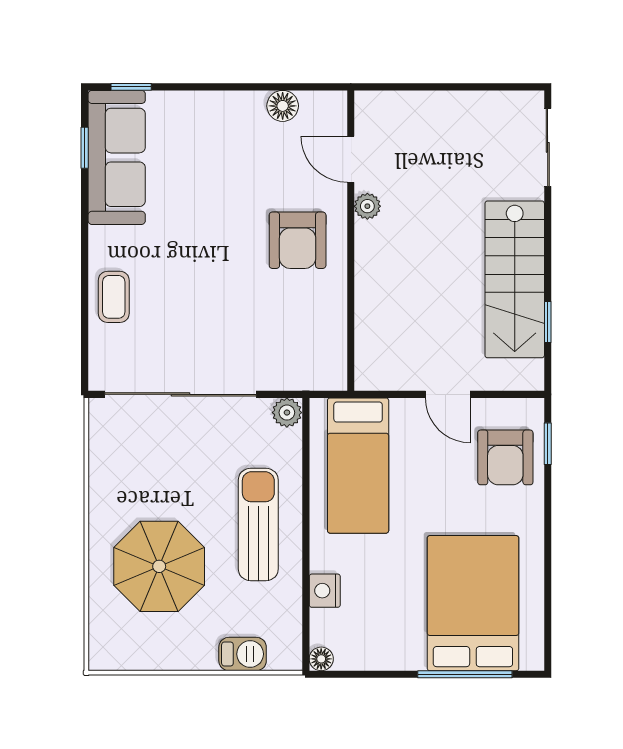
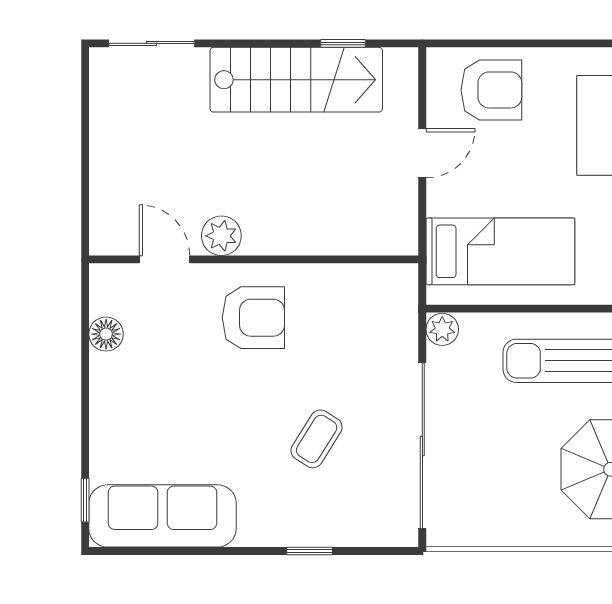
window: (85, 148) -> (310, 551), moved
door: (351, 159) -> (165, 259), swing flipped
plant: (367, 206) -> (221, 236), width x1.38, depth x1.38
coffee table: (114, 297) -> (317, 439), moved, turned -58
window: (548, 444) -> (476, 43), removed

